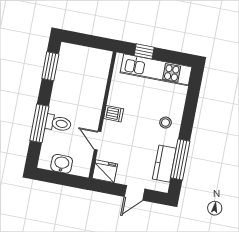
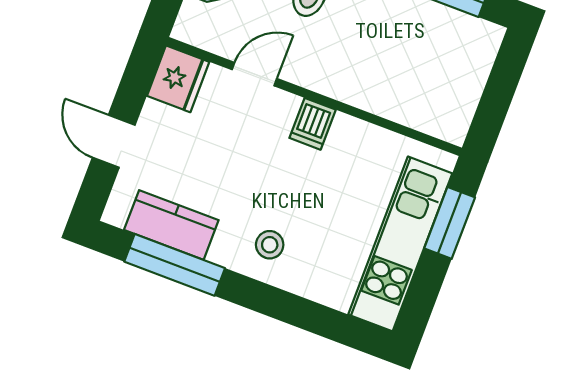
window: (144, 51) -> (450, 223), width x1.50

